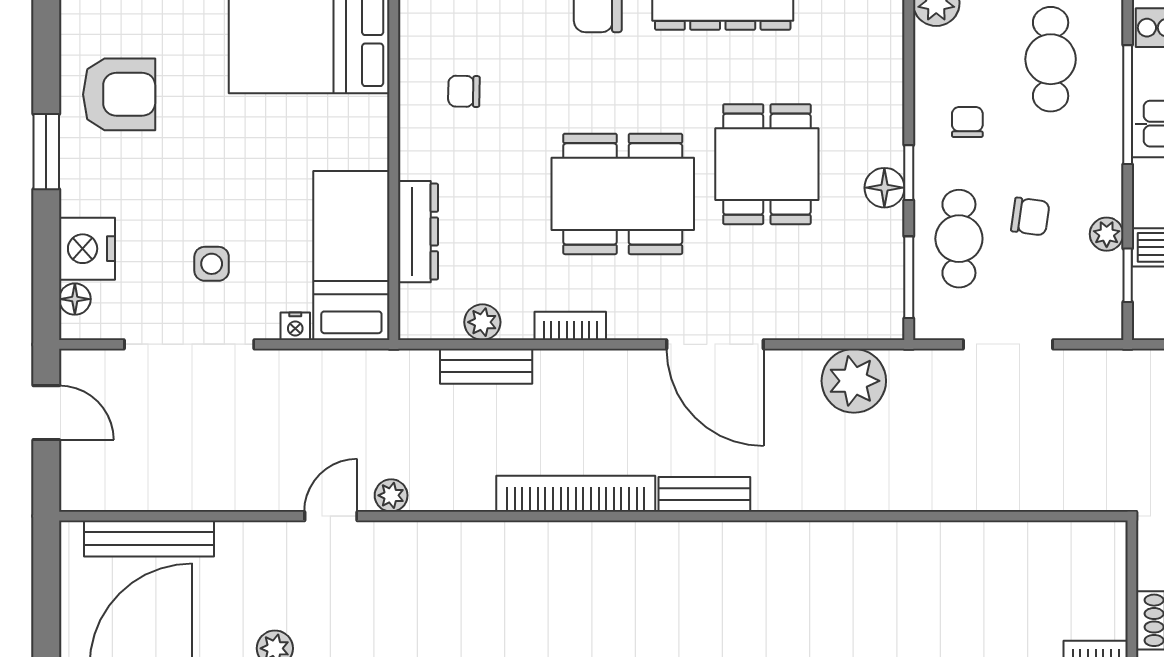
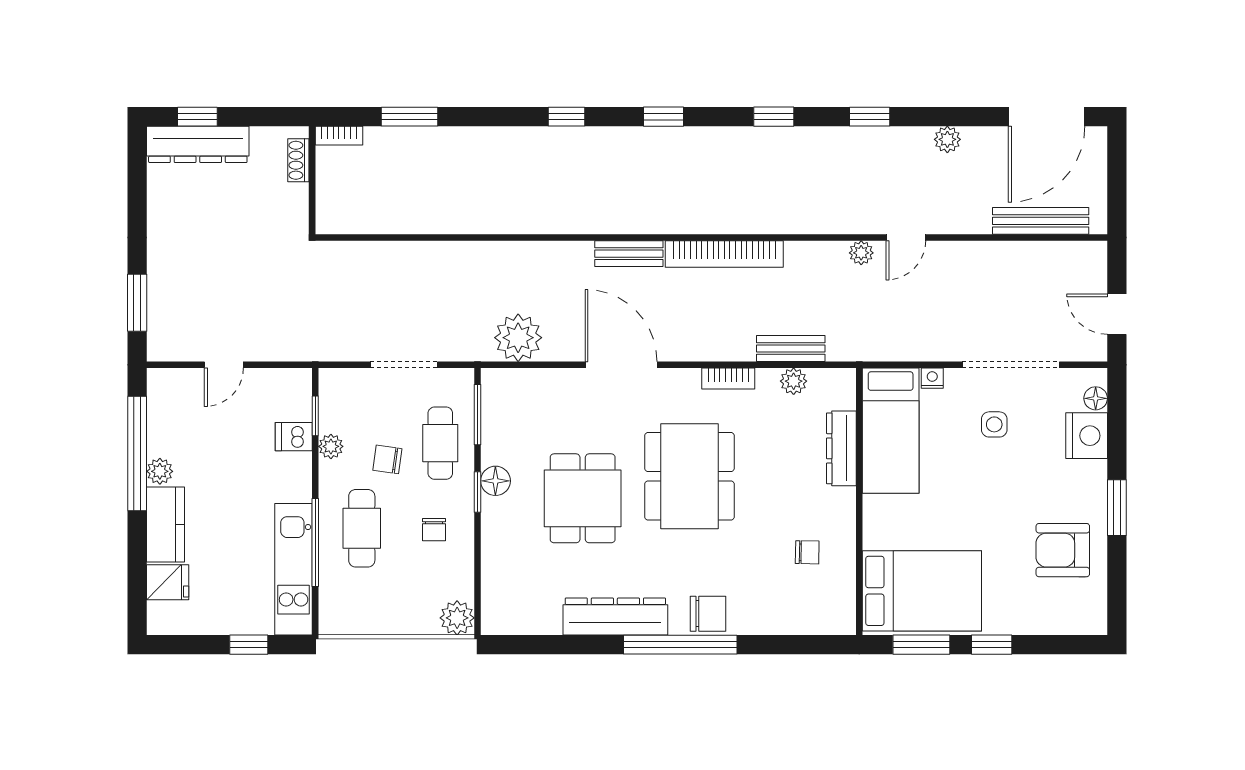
cafe table: (1051, 59) -> (362, 528), moved
dining table: (623, 194) -> (689, 476), turned 90

